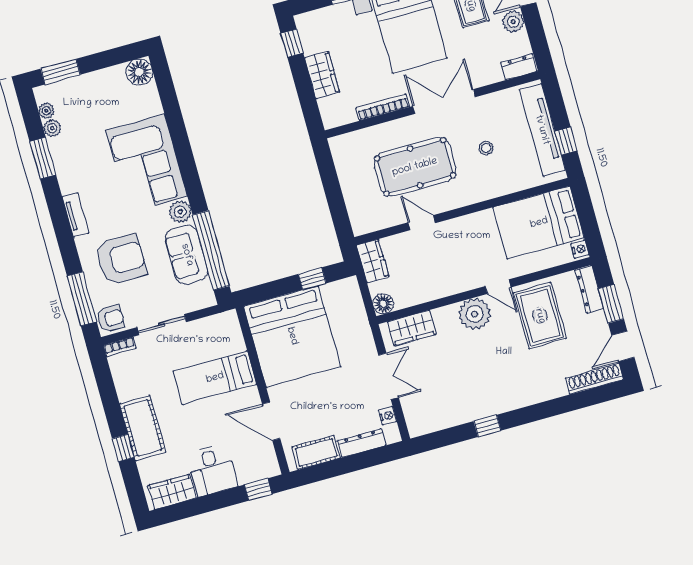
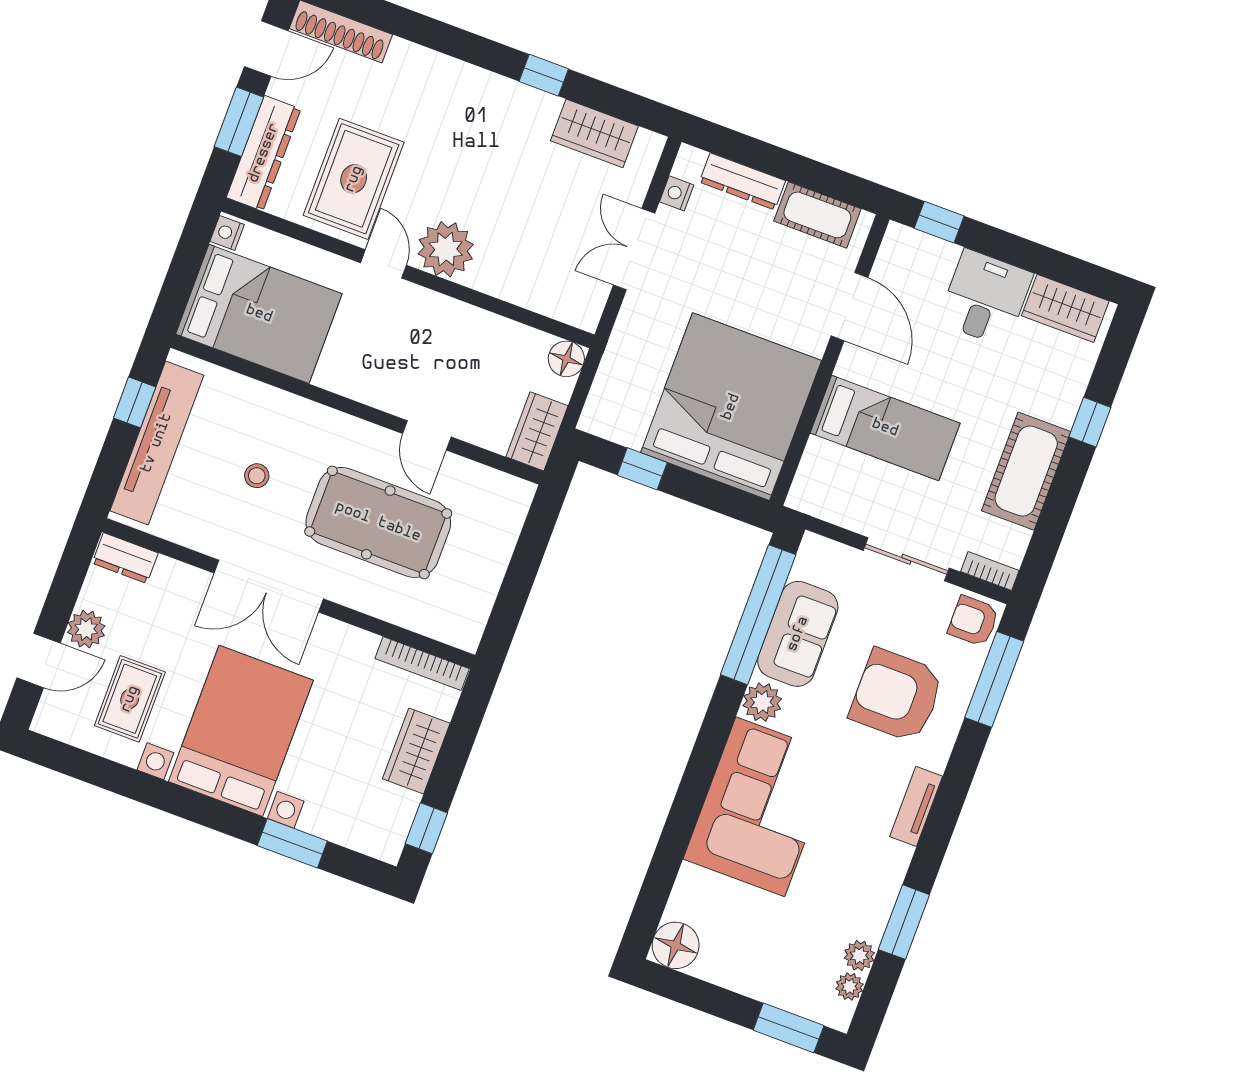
bookcase: (383, 107) -> (422, 664), moved
dresser: (589, 289) -> (264, 153), width x1.37, depth x1.24
wardrobe: (412, 328) -> (594, 133), moved, turned 180
cot: (143, 428) -> (1026, 471), moved

